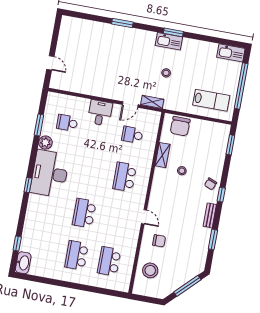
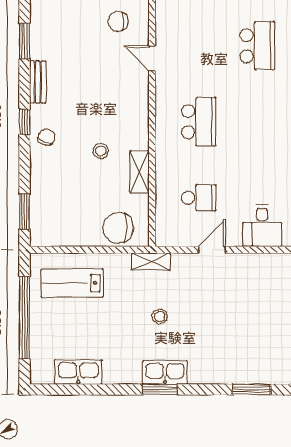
kitchen sink: (231, 53) -> (78, 372), moved
shelving: (152, 102) -> (151, 261), moved
chair: (180, 126) -> (118, 228), turned -91

